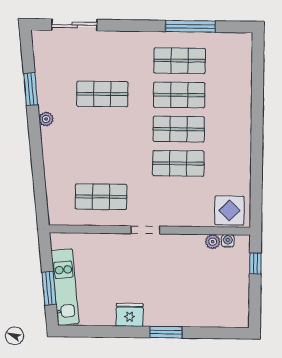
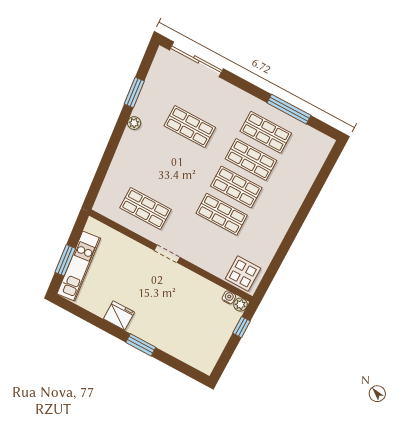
sliding door: (75, 25) -> (196, 59), width x1.37
plant: (213, 242) -> (240, 305), moved

